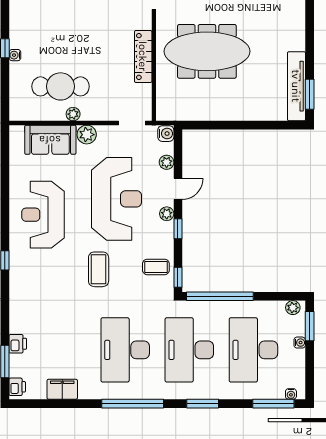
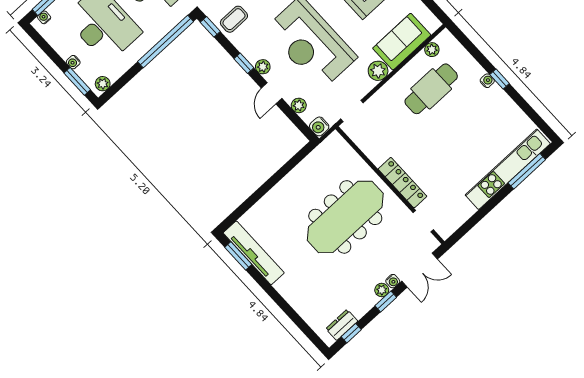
locker: (143, 56) -> (402, 183), moved
plant: (73, 114) -> (432, 50), moved

